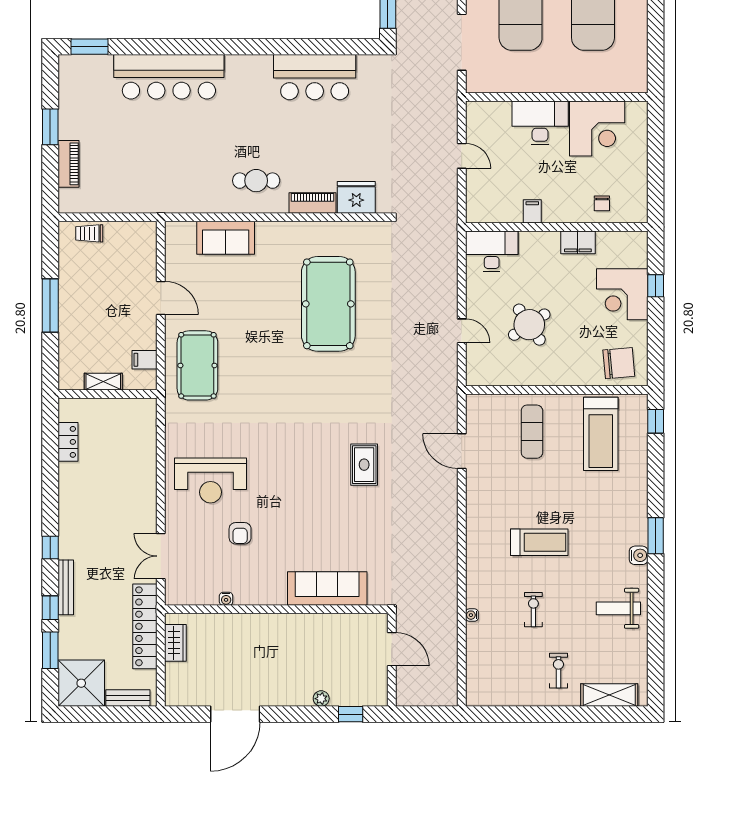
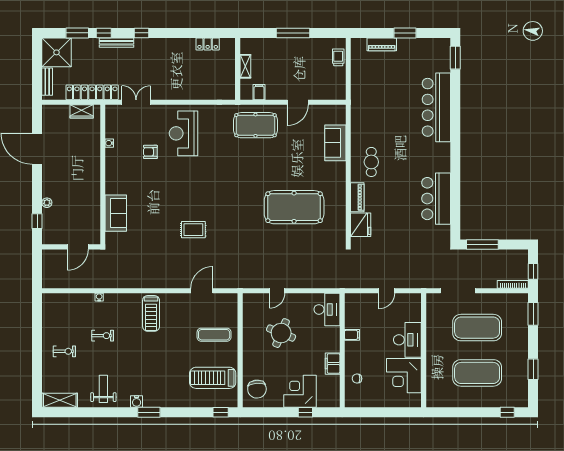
round table: (529, 325) -> (281, 333), turned -34
treadmill: (539, 542) -> (151, 313), moved
sofa: (327, 589) -> (116, 213), width x0.73
shelving: (609, 695) -> (60, 400), moved, turned 90

